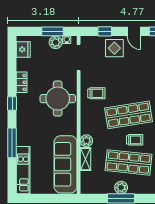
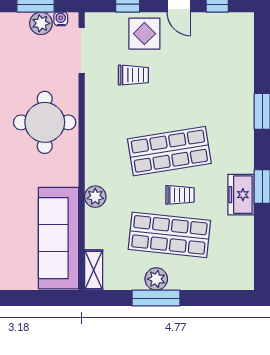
trolley: (96, 93) -> (133, 75), moved
shelving: (86, 159) -> (94, 270), moved

